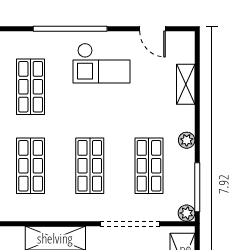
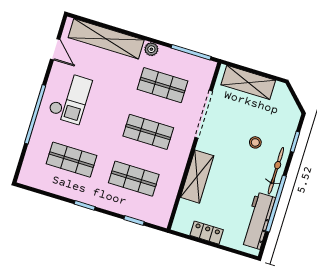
door: (152, 29) -> (55, 49), hinge flipped
shelving: (186, 84) -> (106, 39), width x2.20, depth x1.33
plant: (187, 213) -> (209, 67), removed

